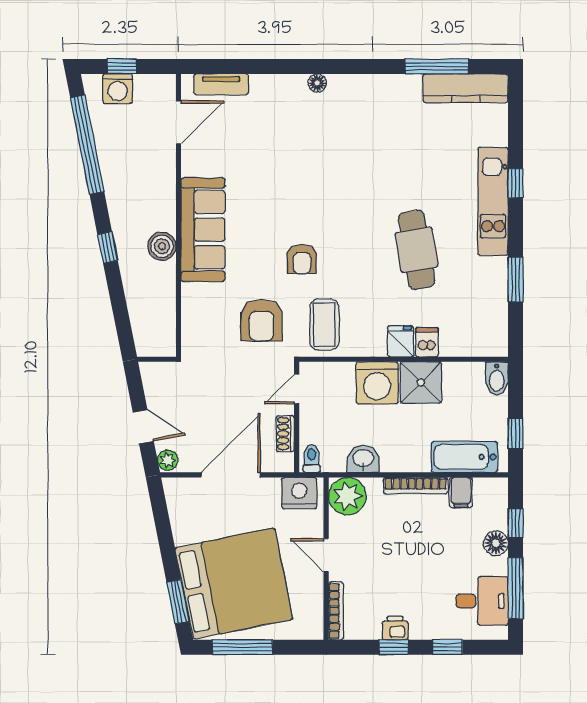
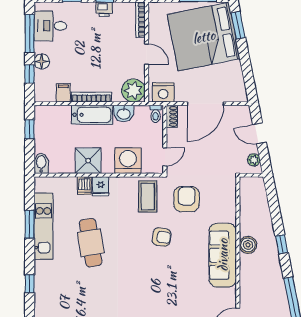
kitchen unit: (493, 201) -> (44, 226), moved
armchair: (302, 259) -> (162, 237), turned 98
washing machine: (377, 383) -> (128, 161), moved
shoe rack: (285, 434) -> (172, 116), moved
bathtub: (464, 457) -> (92, 115), moved
plant: (168, 460) -> (254, 160), moved

